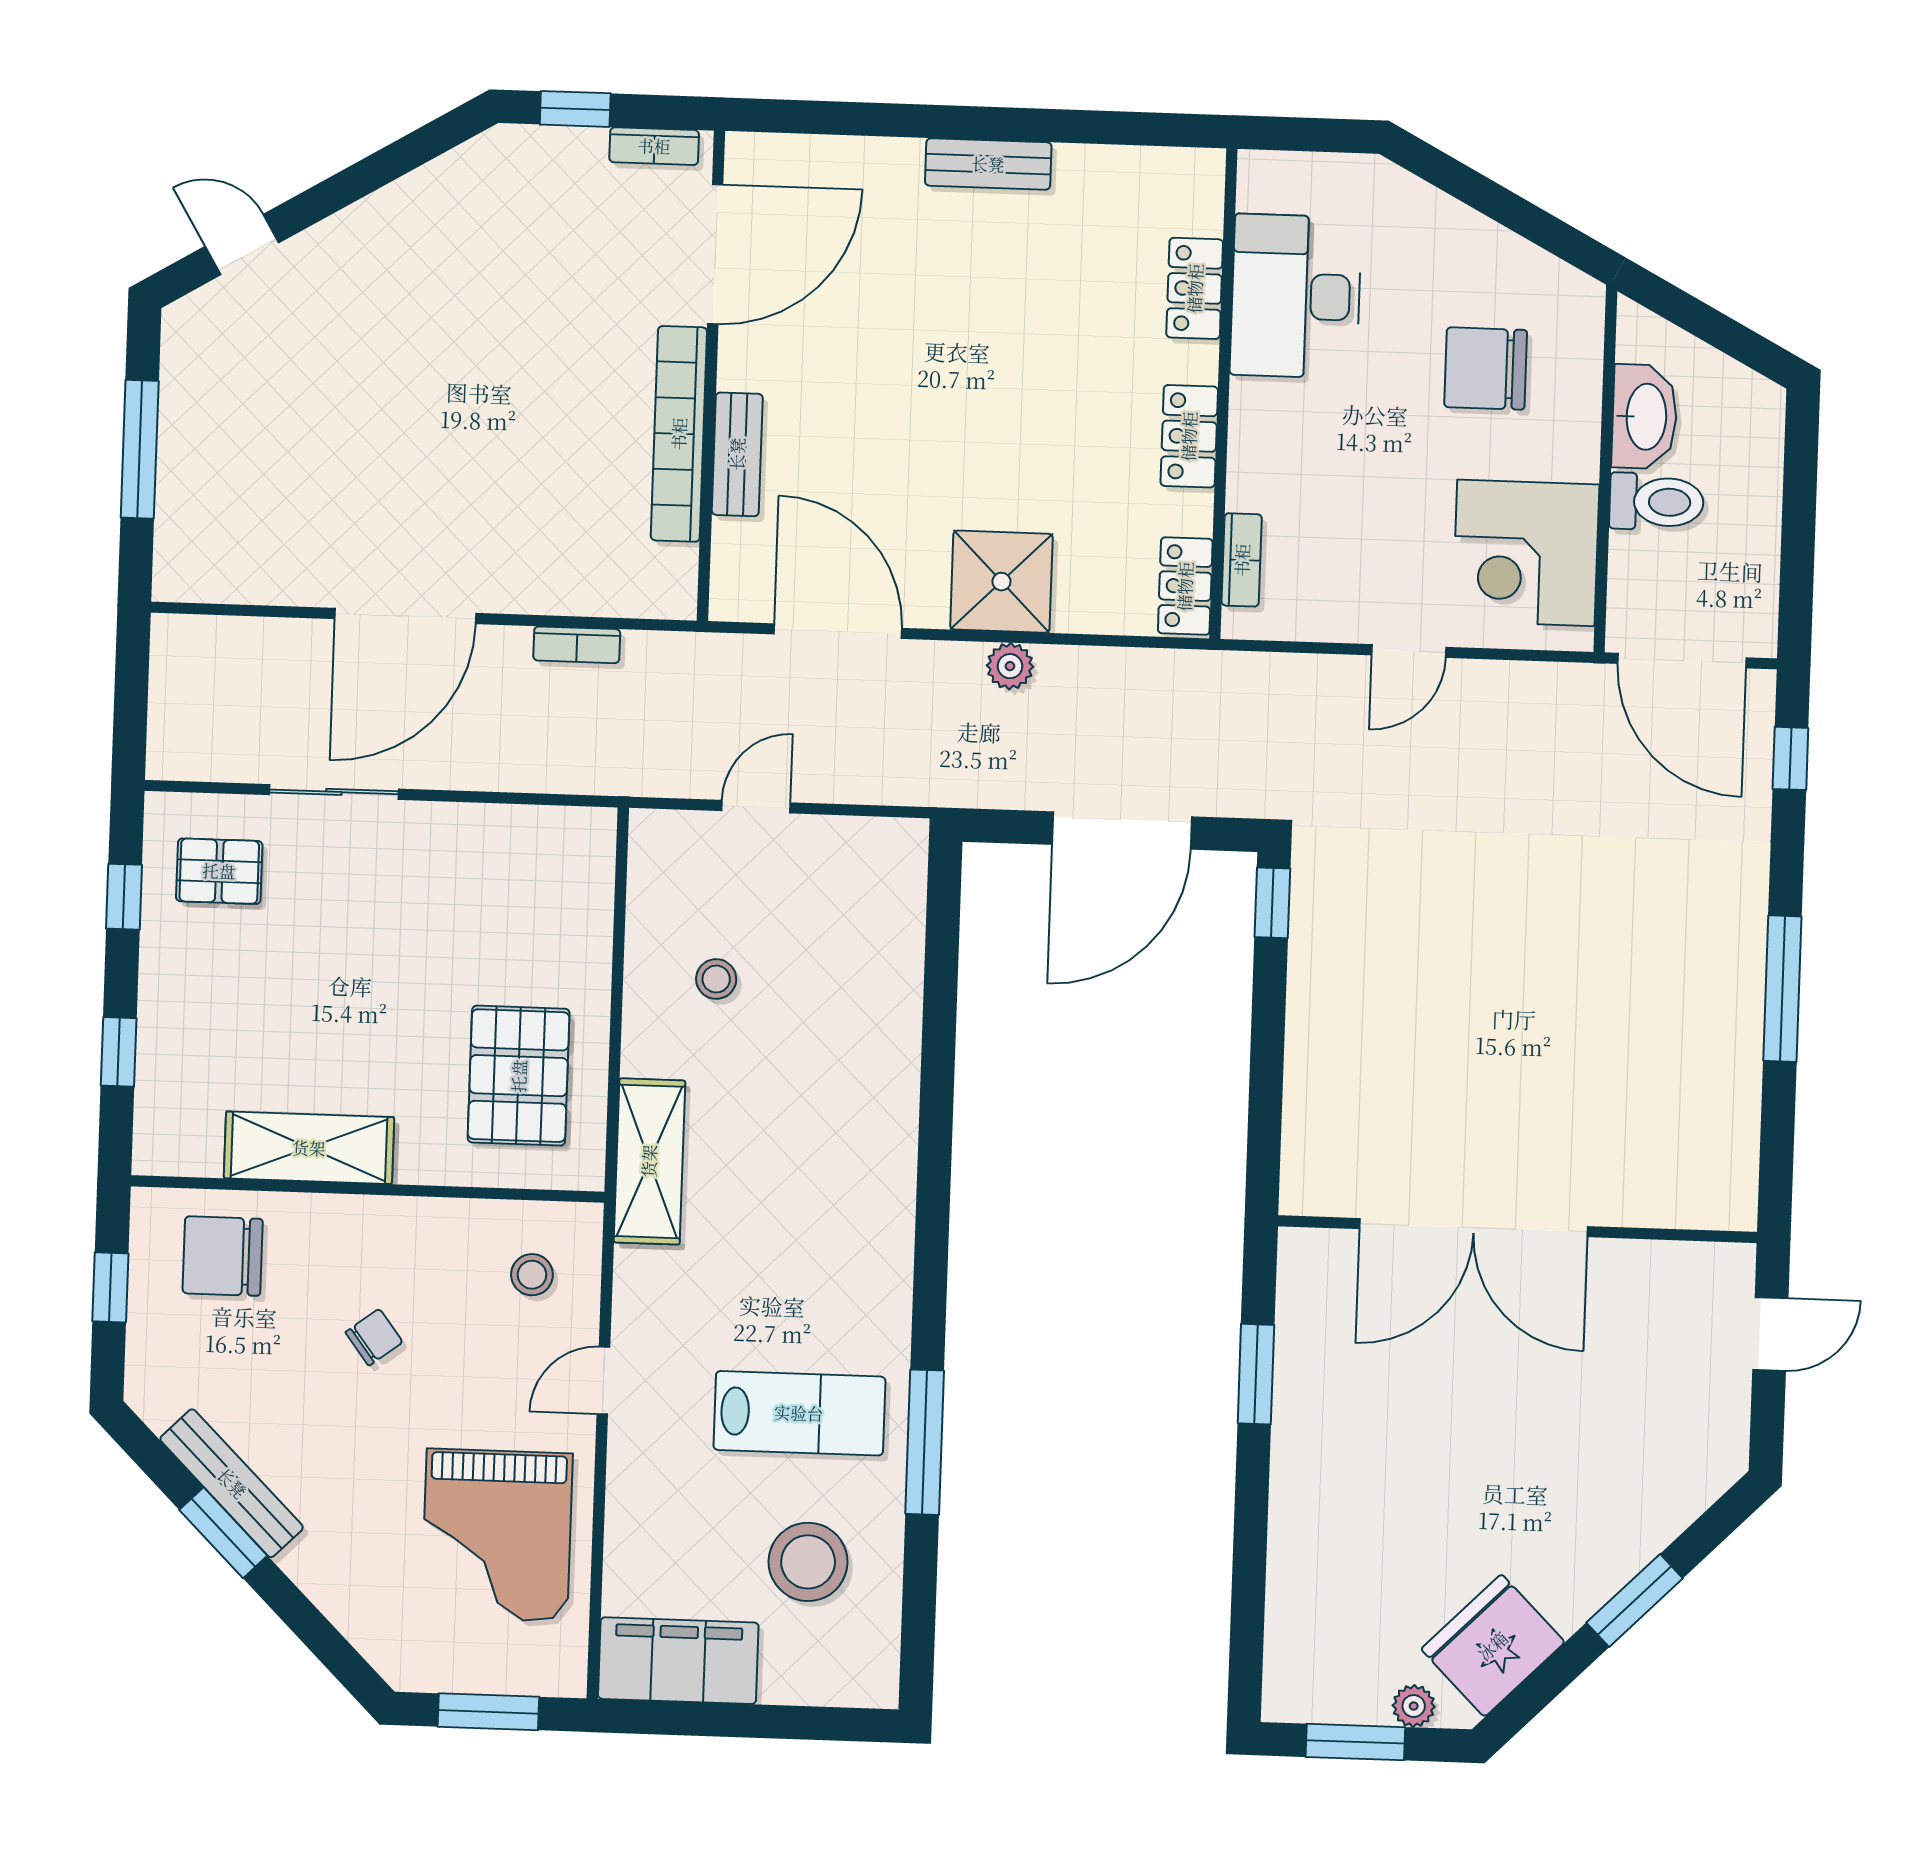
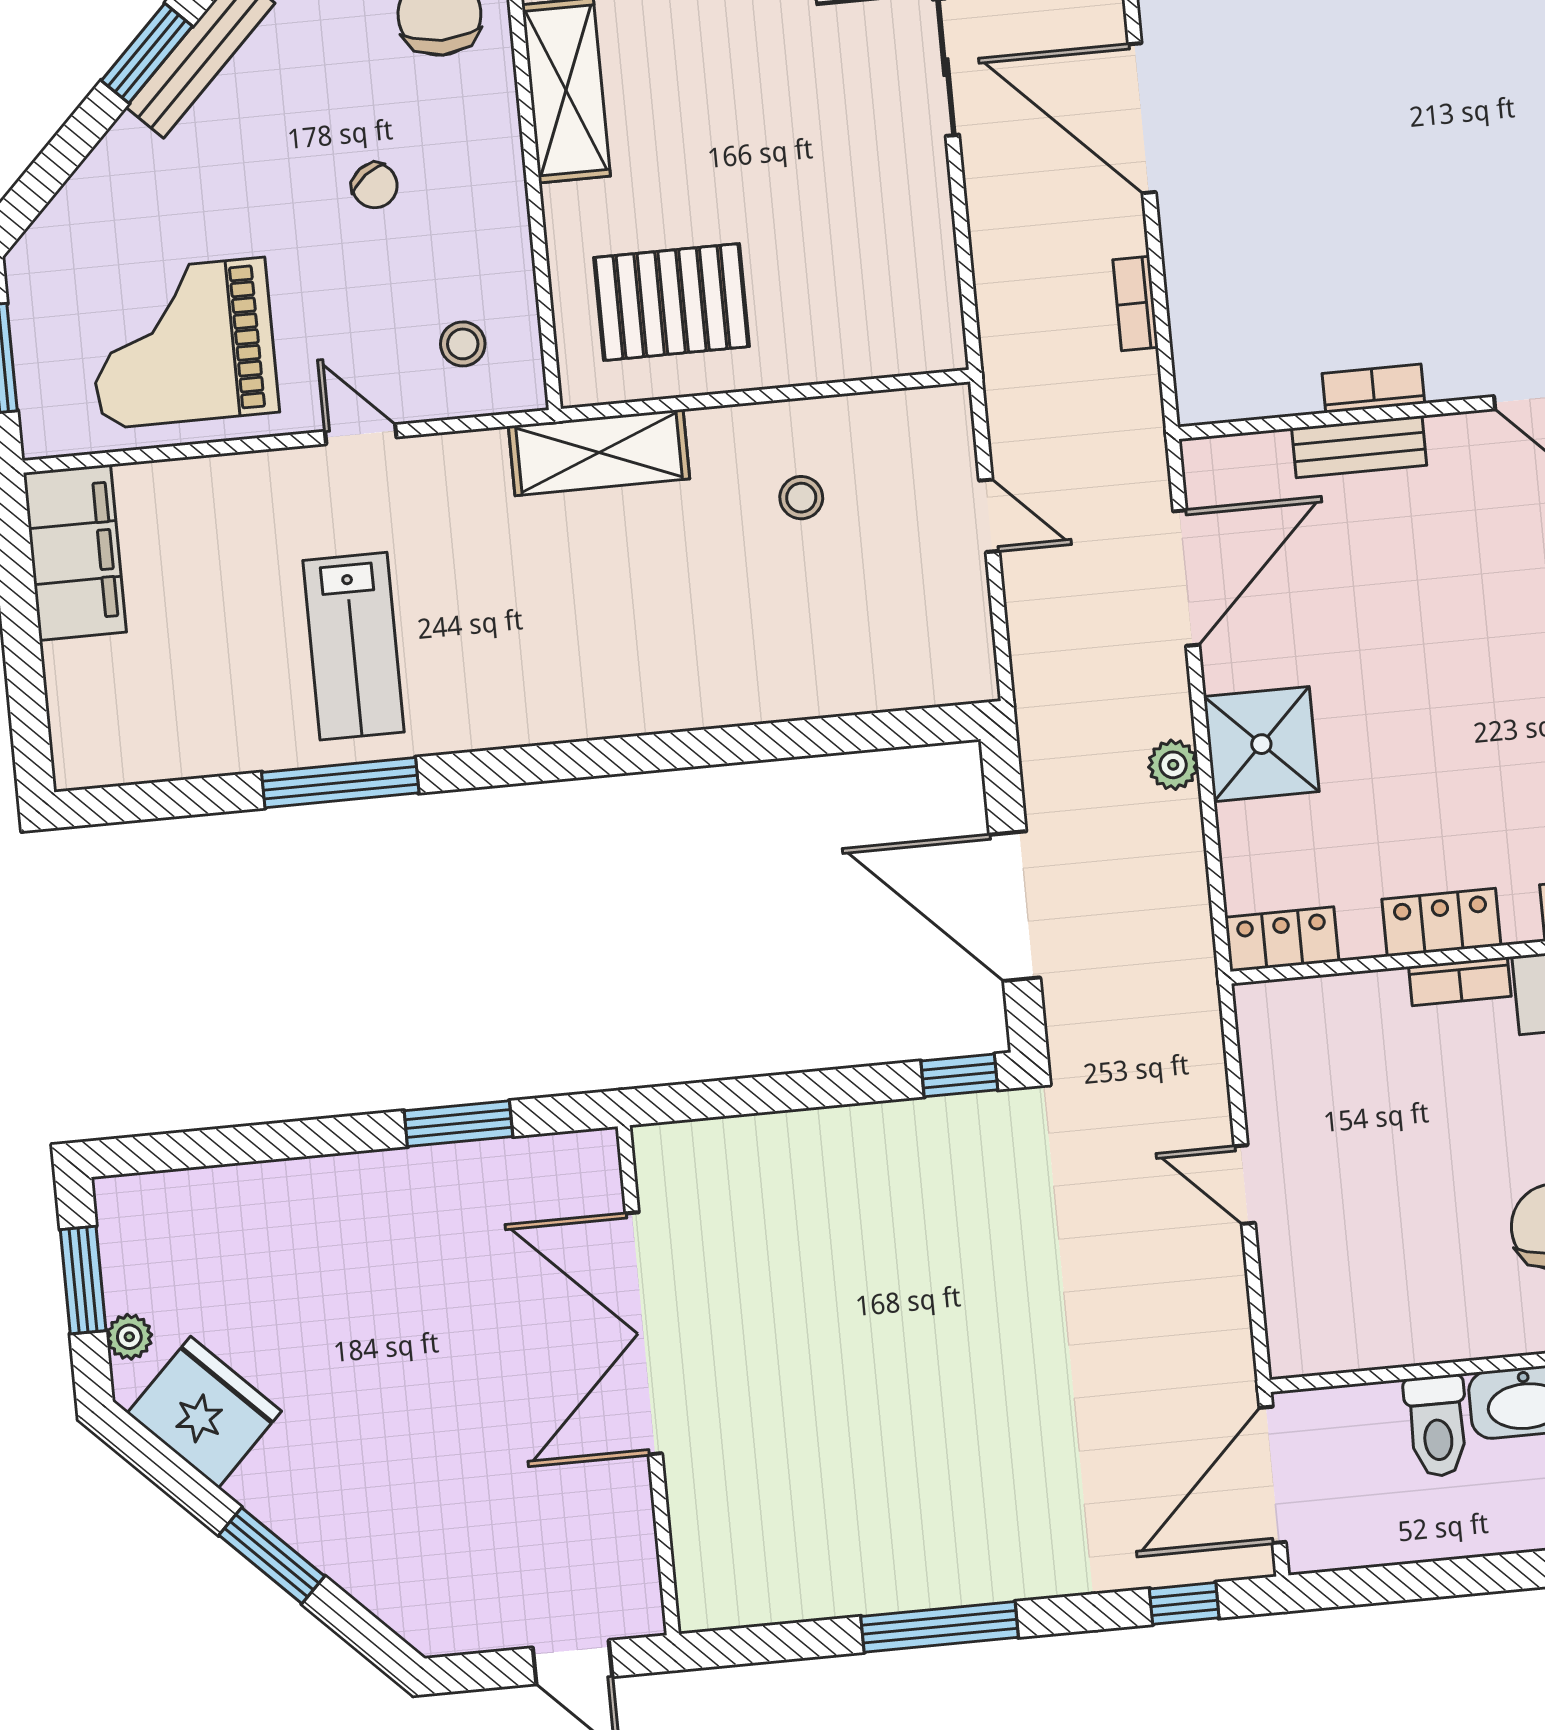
bookcase: (679, 434) -> (1373, 388), width x0.43, depth x0.76
corner desk: (1526, 553) -> (1365, 1295), removed
bookcase: (1242, 560) -> (1460, 981), moved
stool: (808, 1562) -> (197, 676), removed

